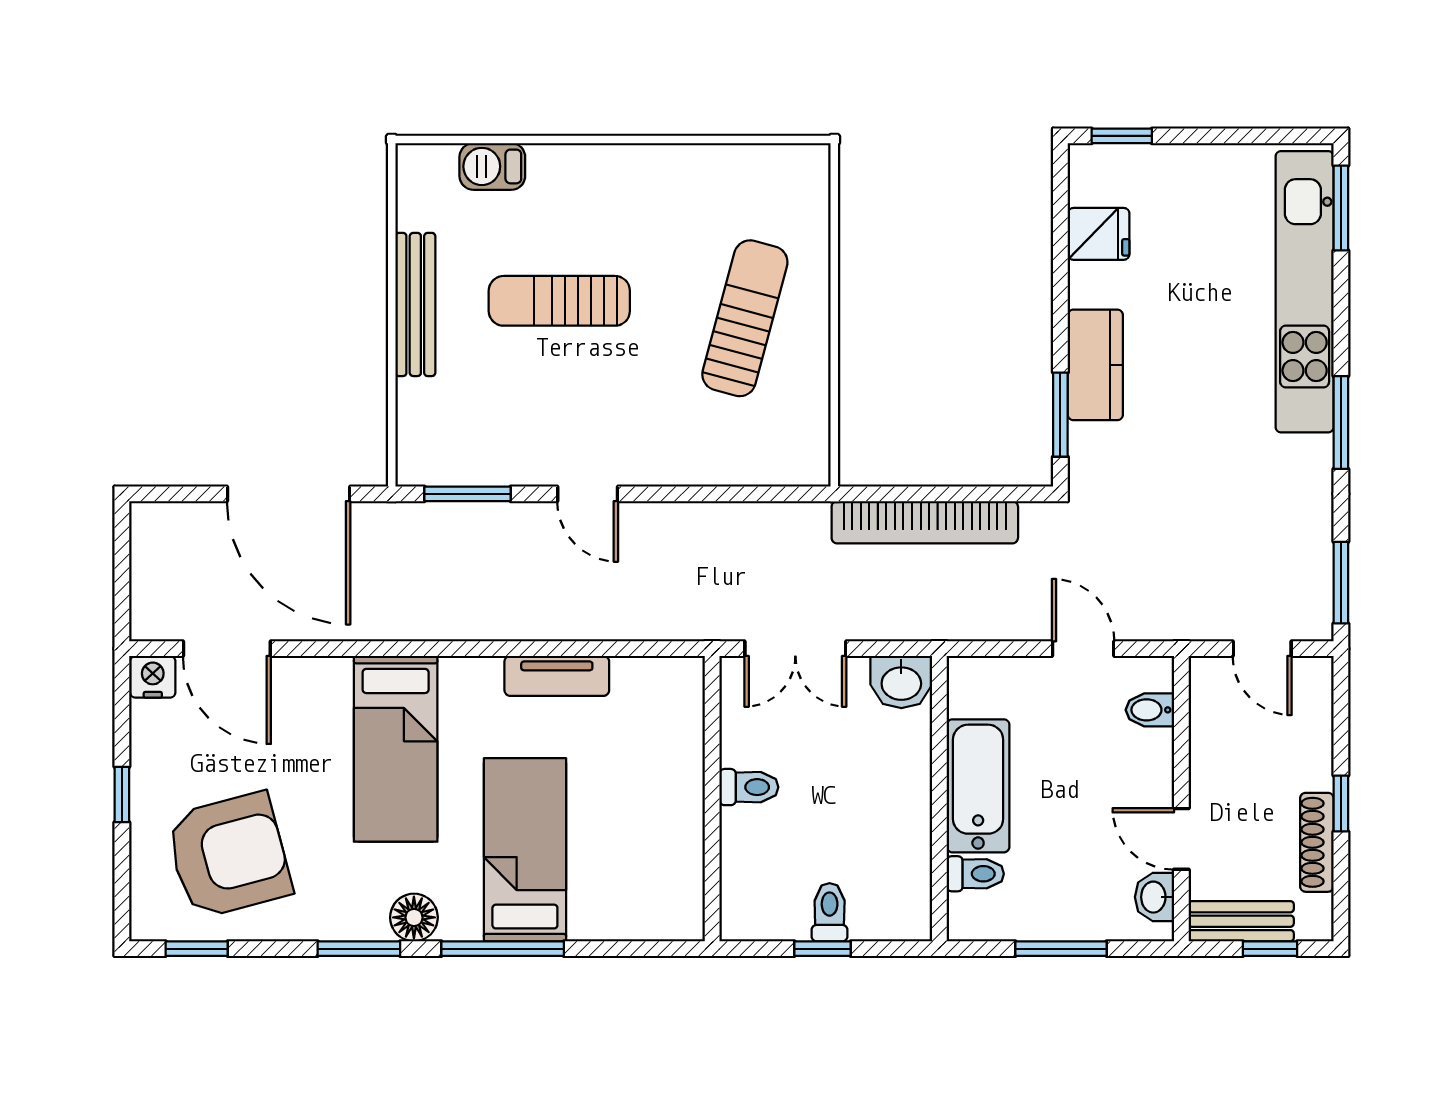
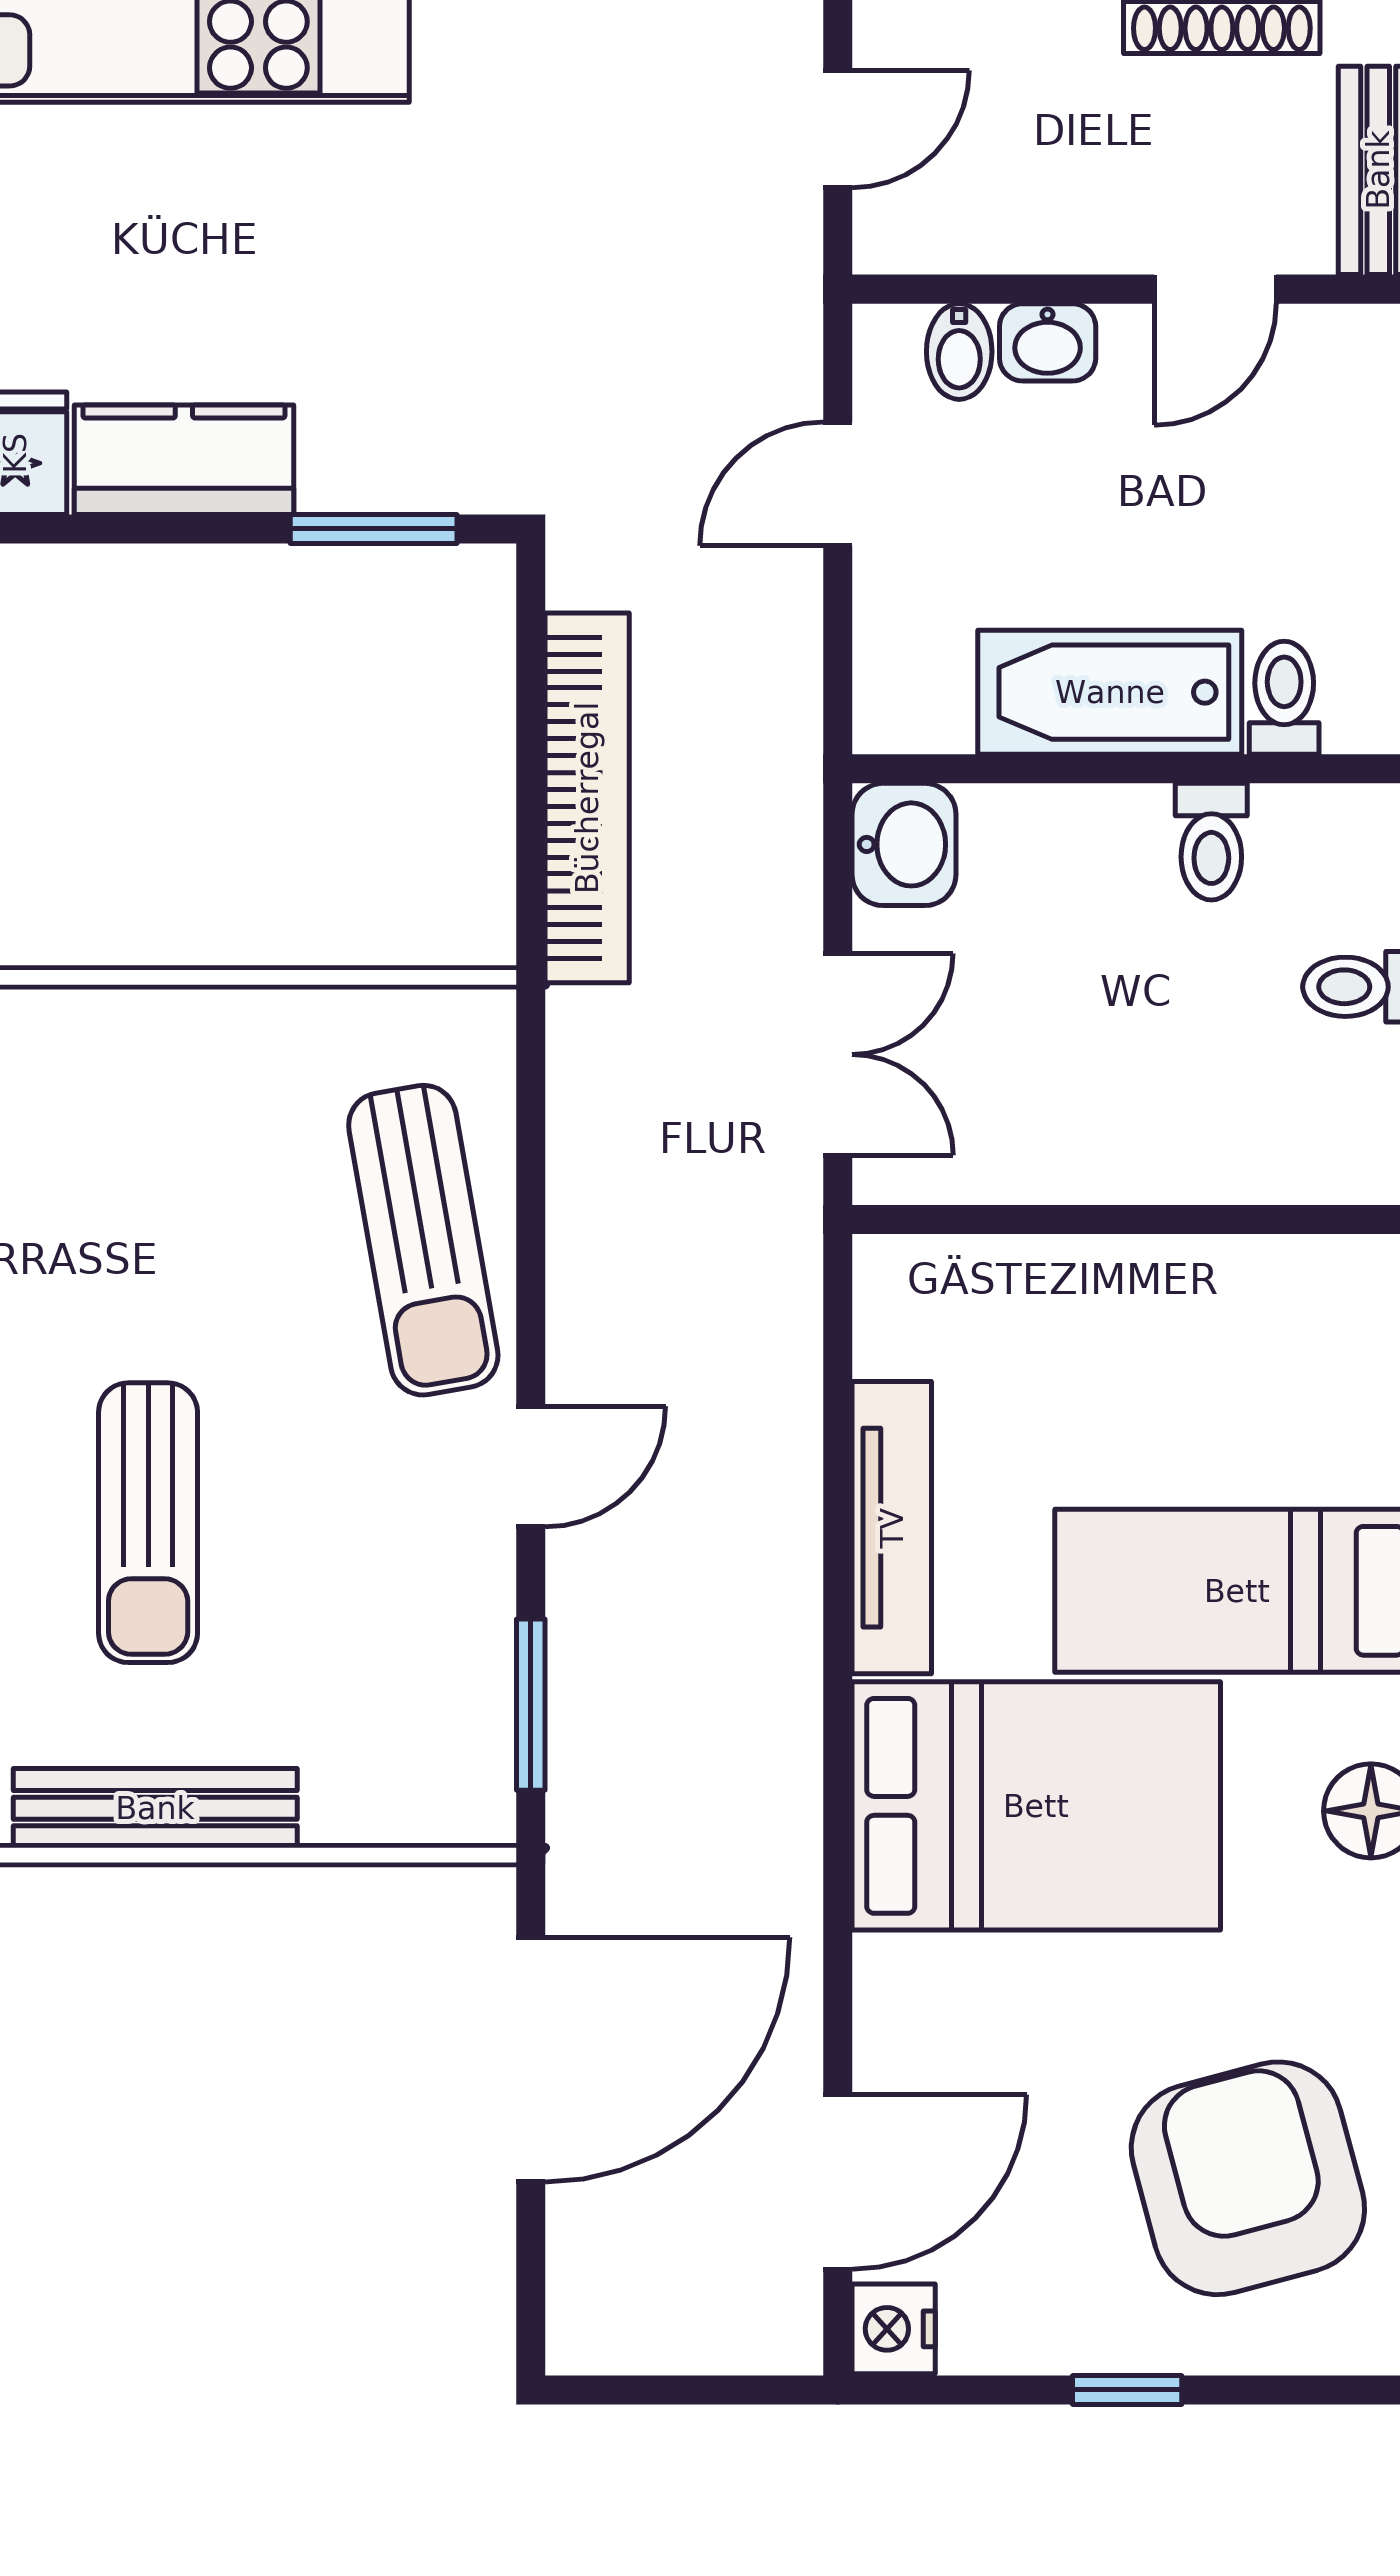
sun lounger: (745, 318) -> (423, 1240), moved, turned -115
kitchen counter: (1095, 365) -> (184, 460), moved
tv unit: (557, 676) -> (892, 1528), width x1.41
bed: (396, 749) -> (1036, 1806), width x1.50
toilet: (749, 787) -> (1211, 842), moved, turned 180
washbasin: (1154, 897) -> (1048, 342), moved

